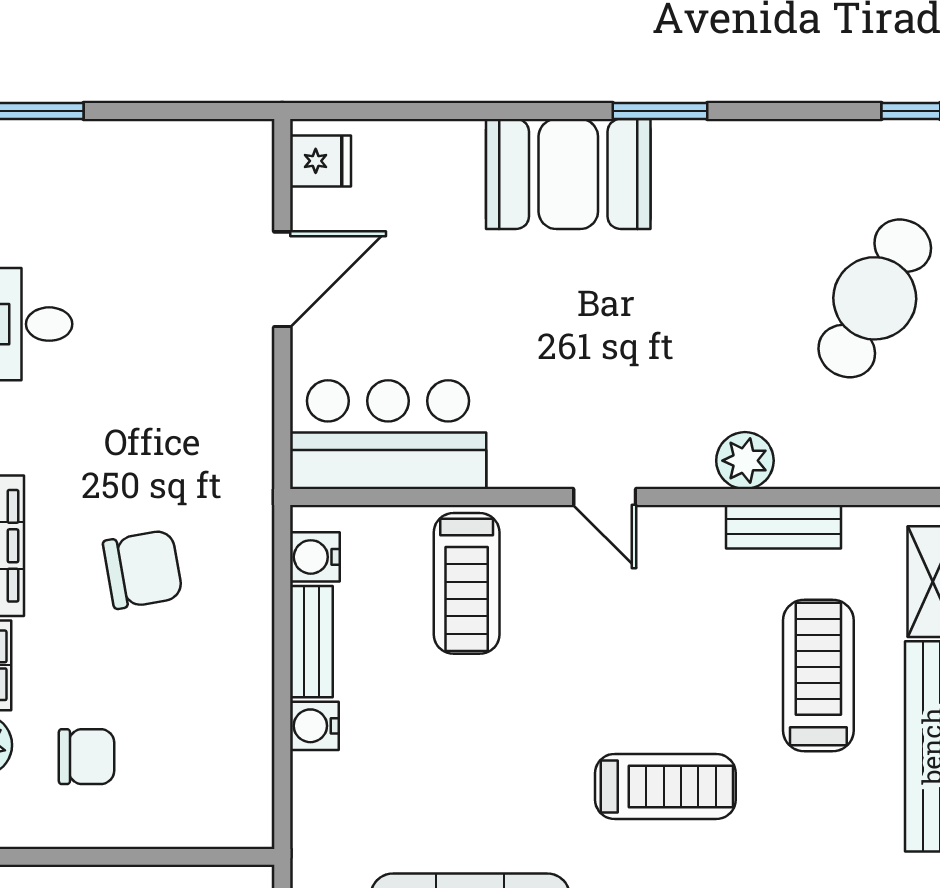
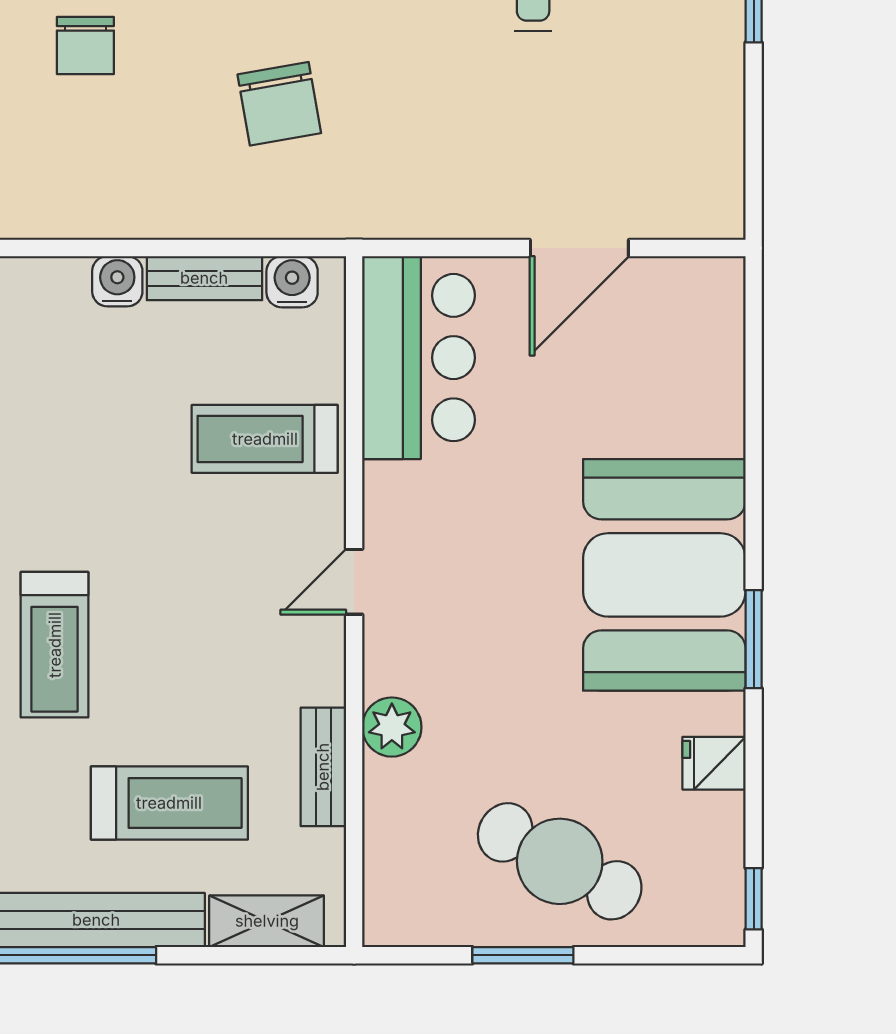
fridge: (320, 161) -> (714, 763), moved, turned 90
booth: (568, 174) -> (664, 575), width x1.36, depth x1.42
door: (282, 279) -> (579, 248), hinge flipped

